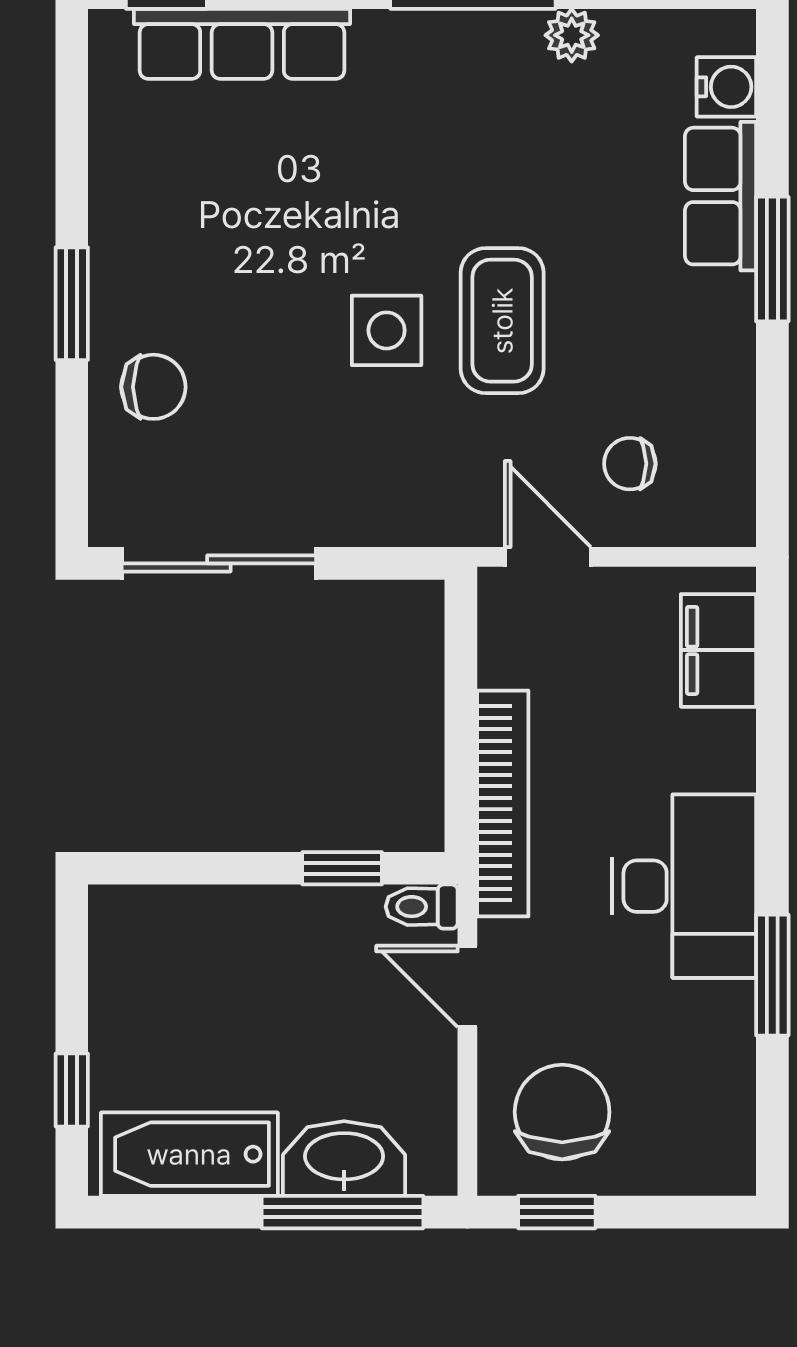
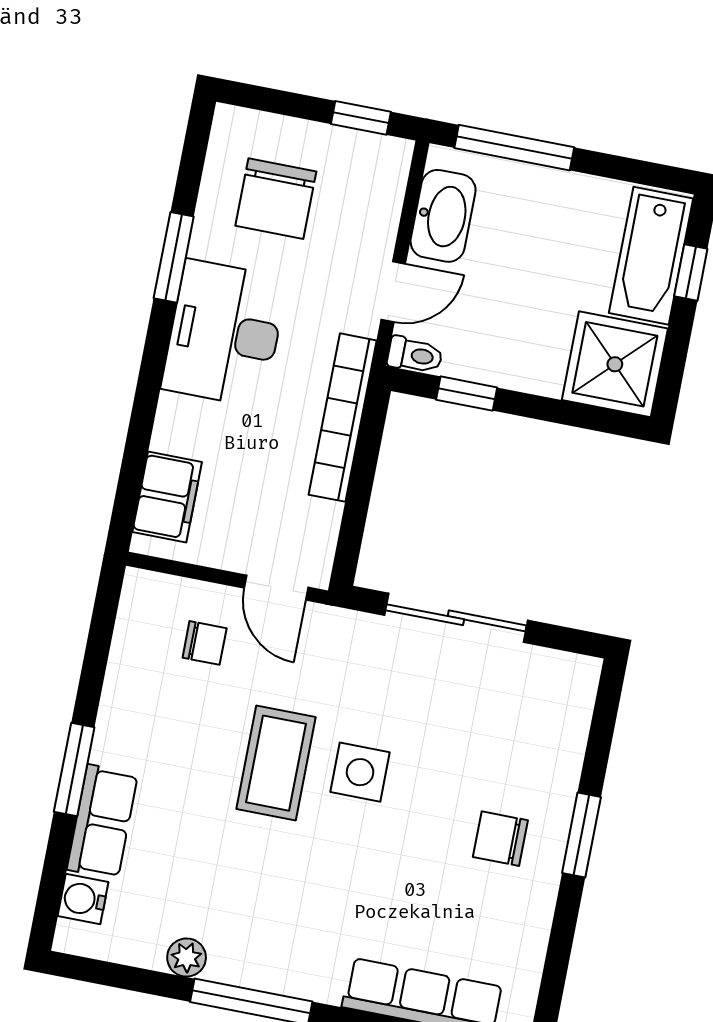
chair: (153, 387) -> (500, 839), moved
sliding door: (219, 563) -> (456, 618), moved
shower: (150, 947) -> (615, 364), added
door: (467, 986) -> (393, 292), hinge flipped
chair: (562, 1112) -> (276, 199), moved
bathtub: (189, 1154) -> (651, 256), moved, turned 90
washbasin: (344, 1158) -> (443, 216), moved, turned -90

